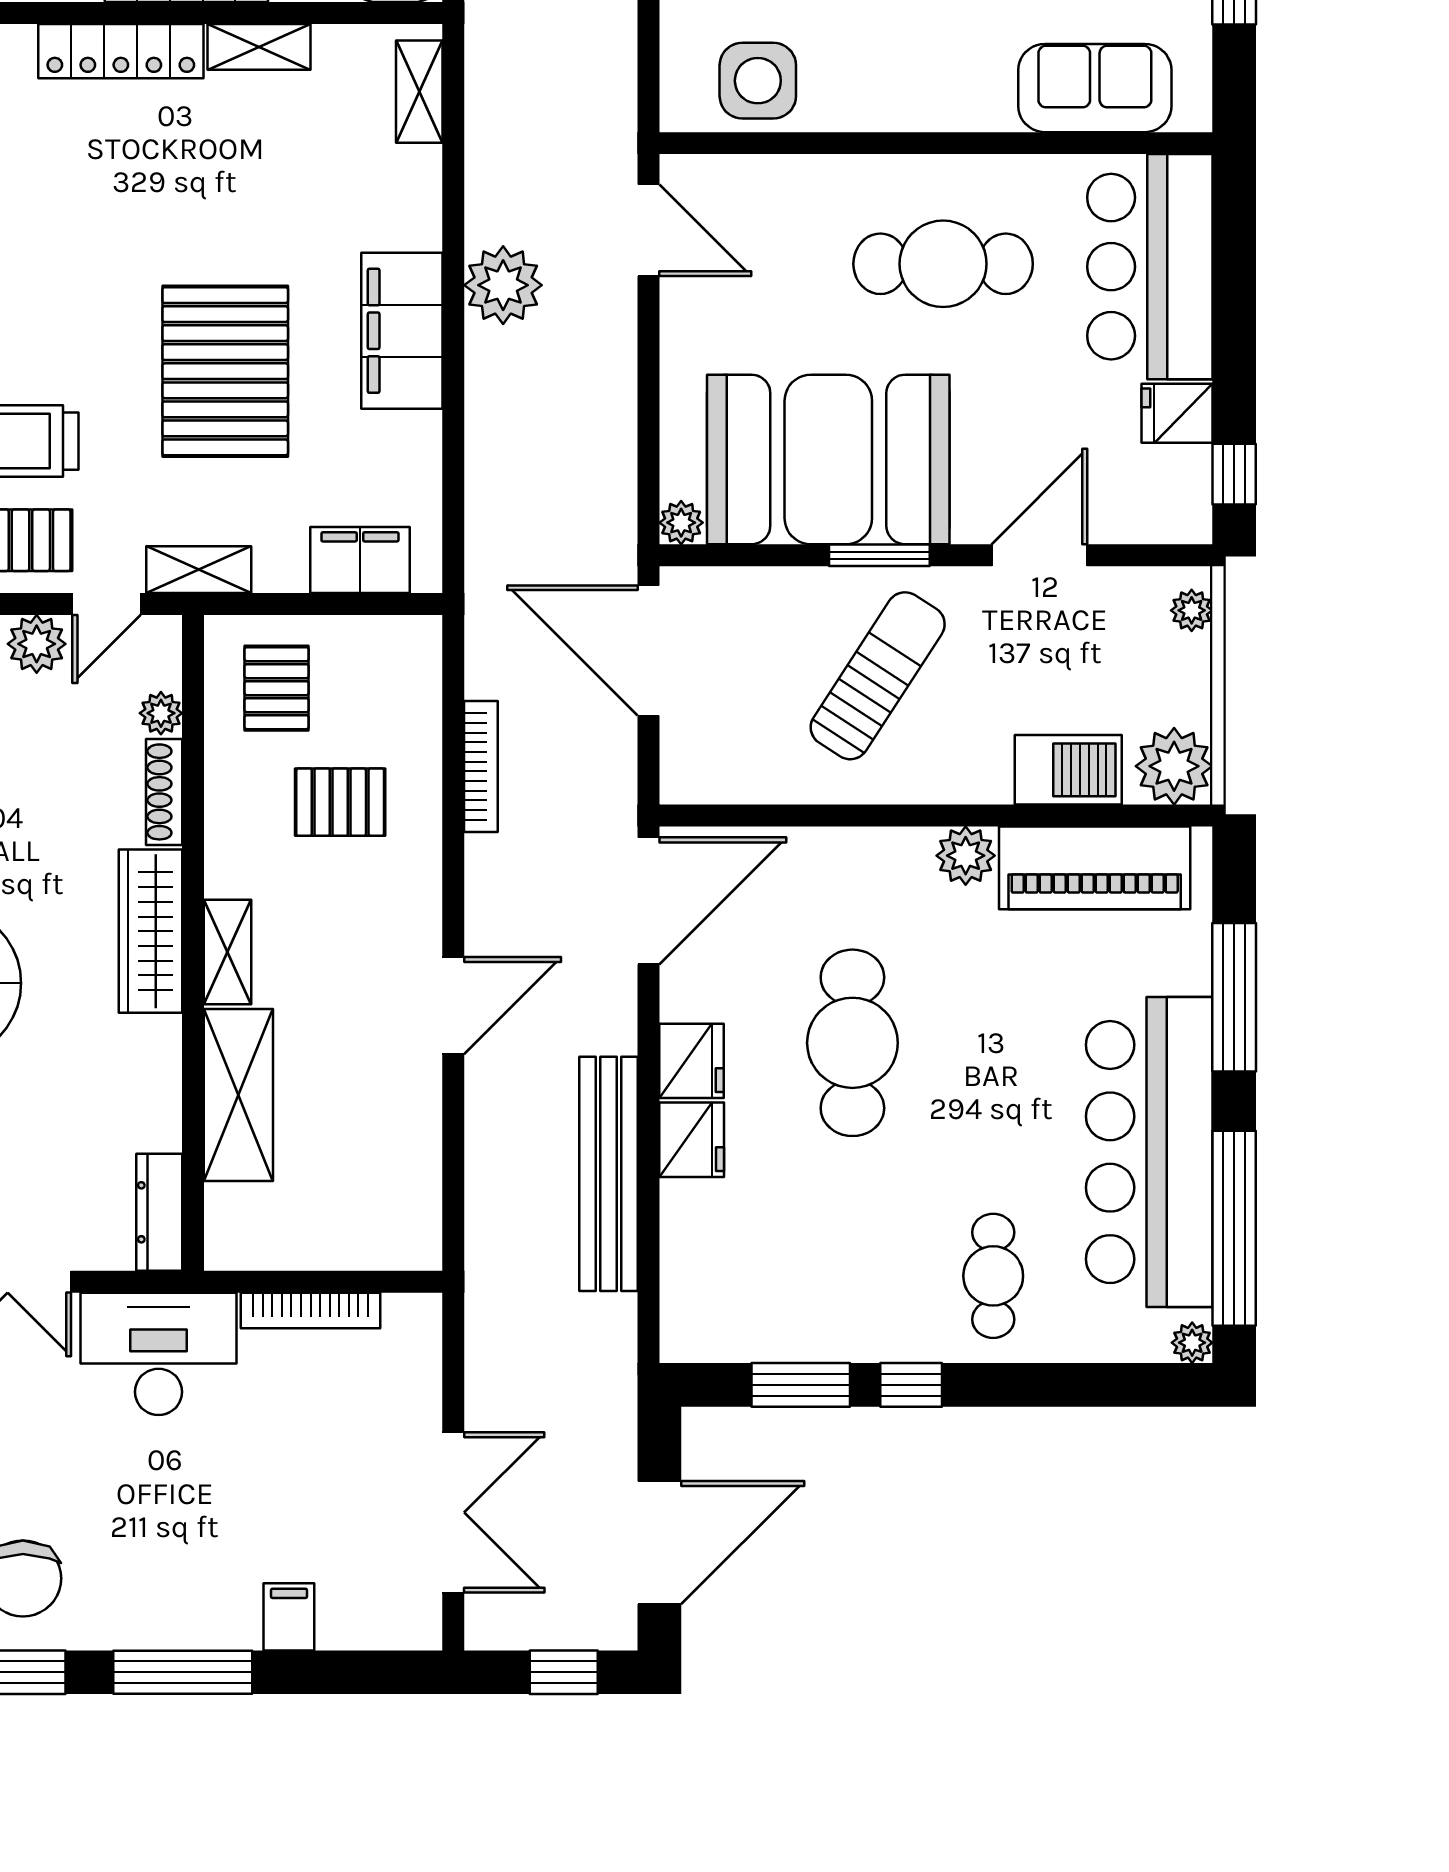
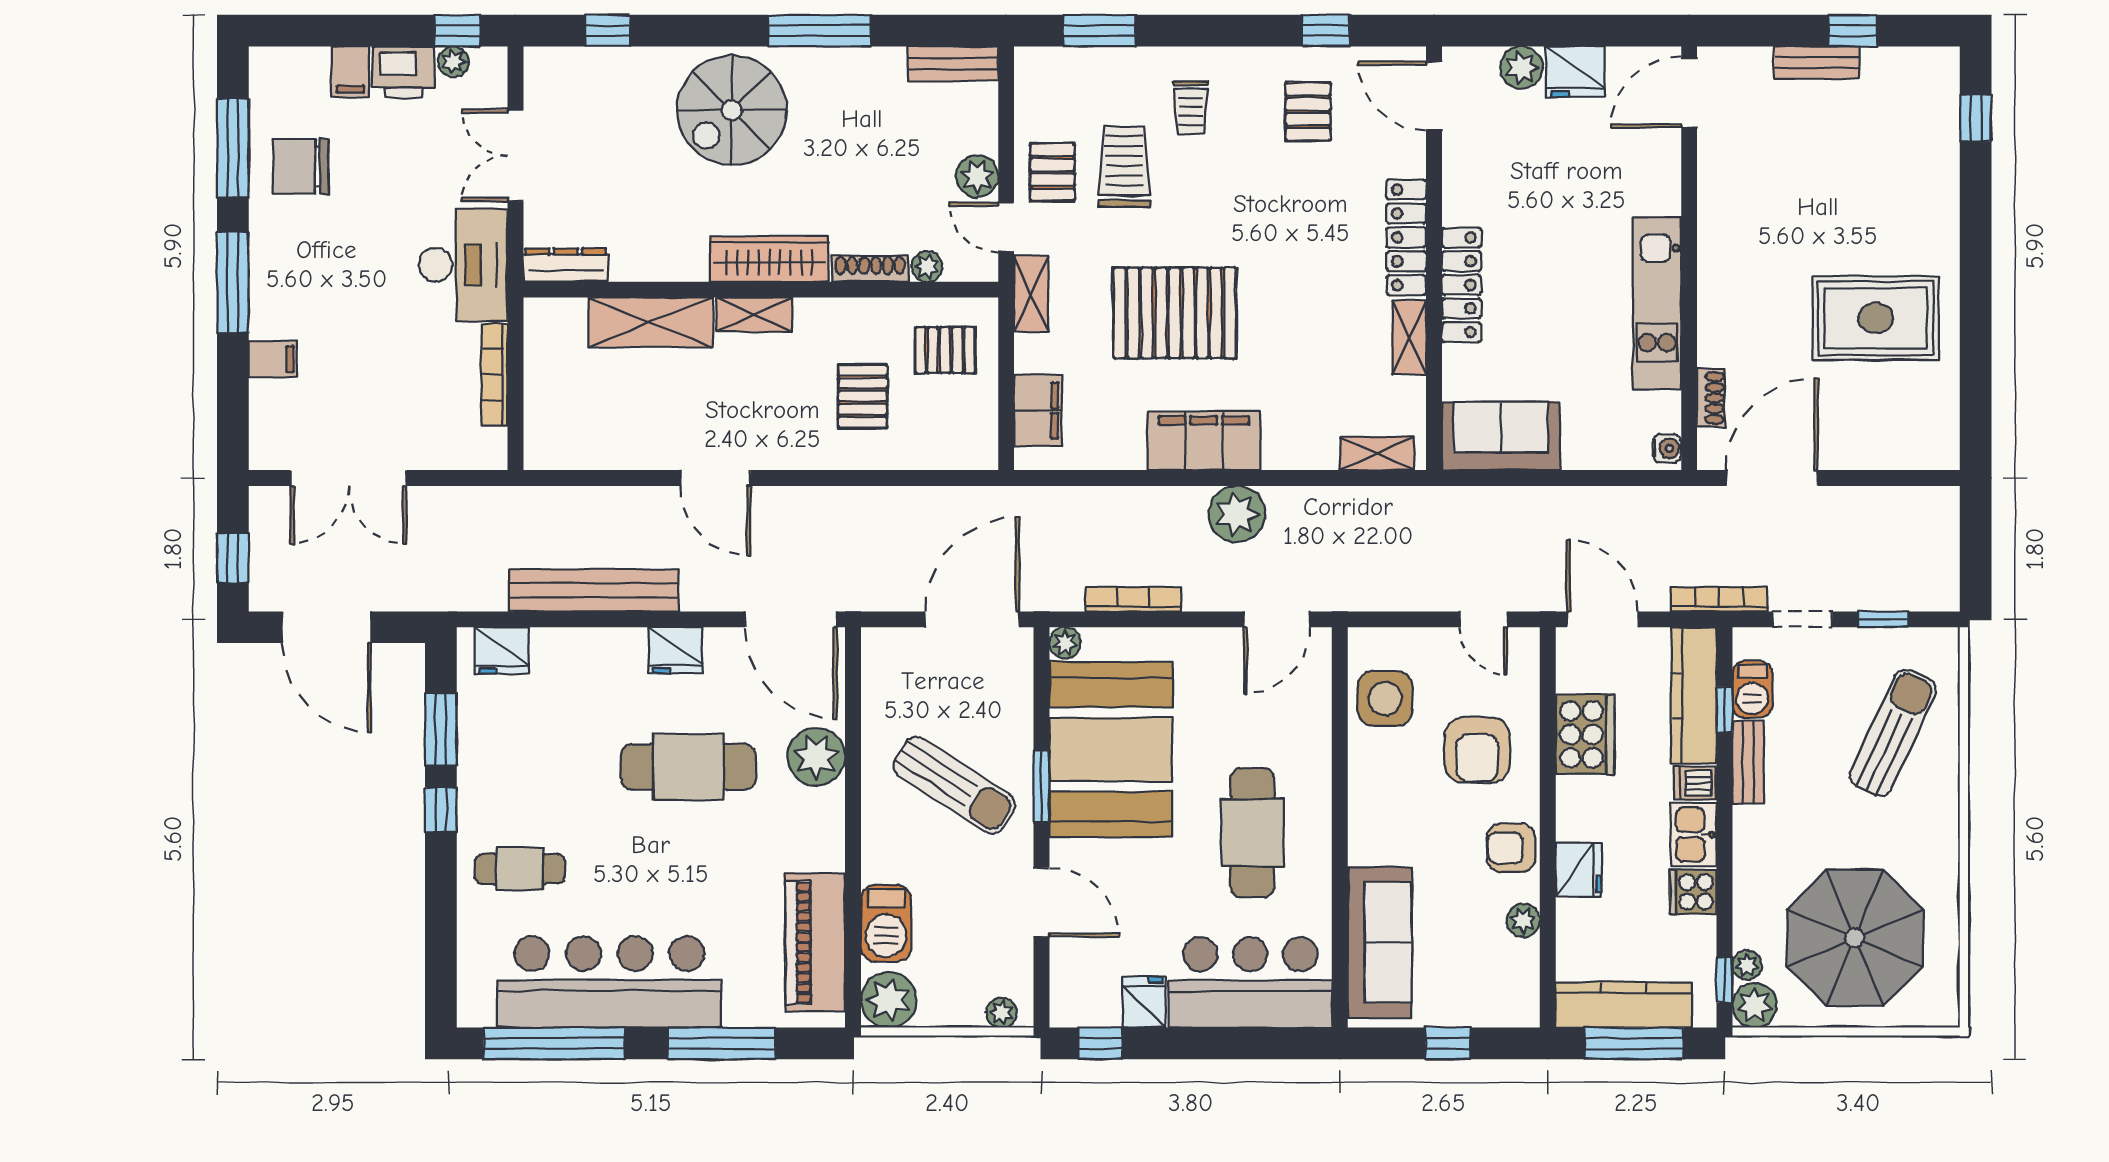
sofa: (1095, 88) -> (1380, 942), width x1.36
bookcase: (481, 766) -> (1133, 599), moved, turned 180
plant: (966, 856) -> (816, 757), moved, width x1.36, depth x1.36
fridge: (692, 1140) -> (502, 651), moved
plant: (1192, 1343) -> (471, 1013), removed

